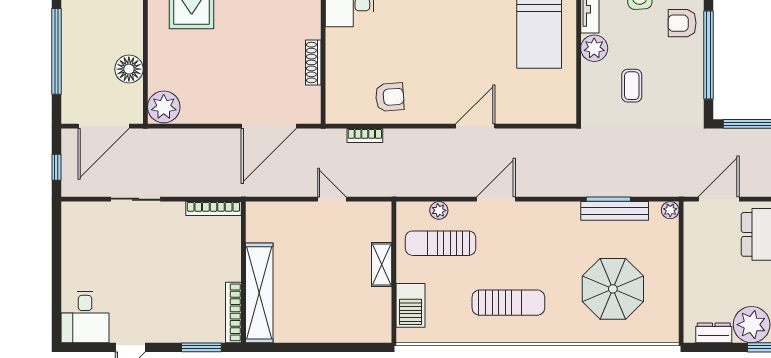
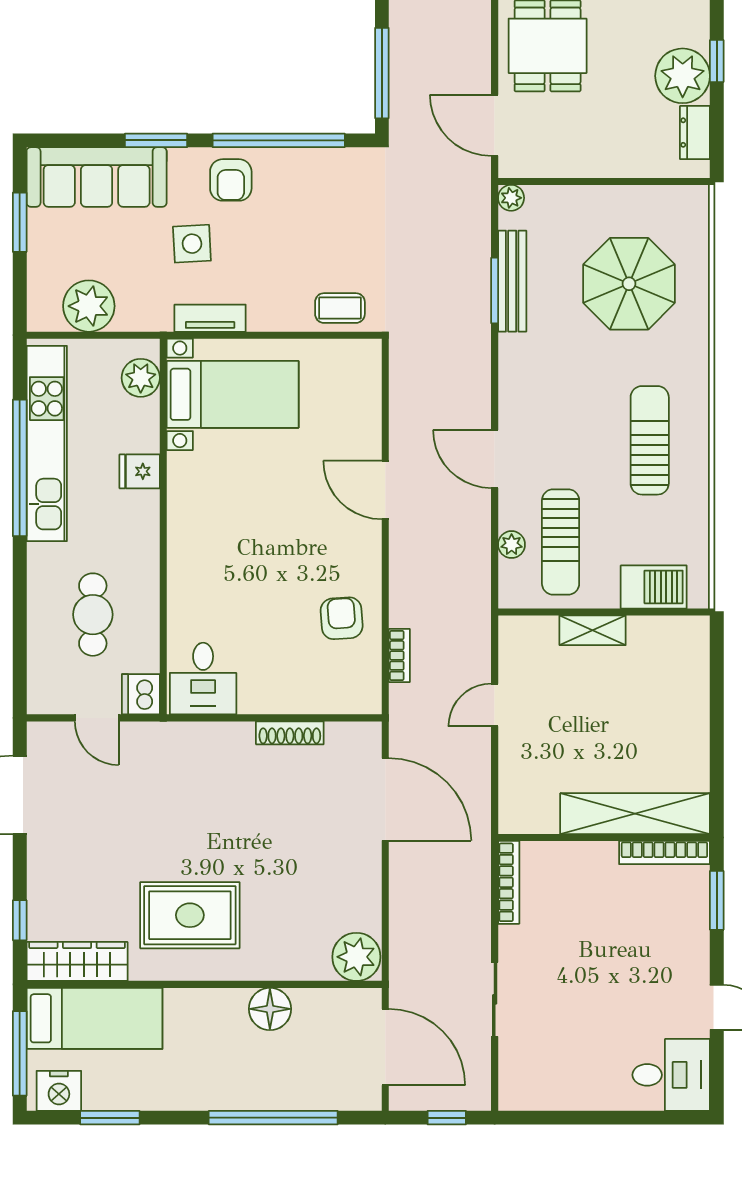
plant: (594, 48) -> (268, 312), removed
floor lamp: (129, 69) -> (270, 1009), moved
coffee table: (632, 86) -> (340, 308), moved

